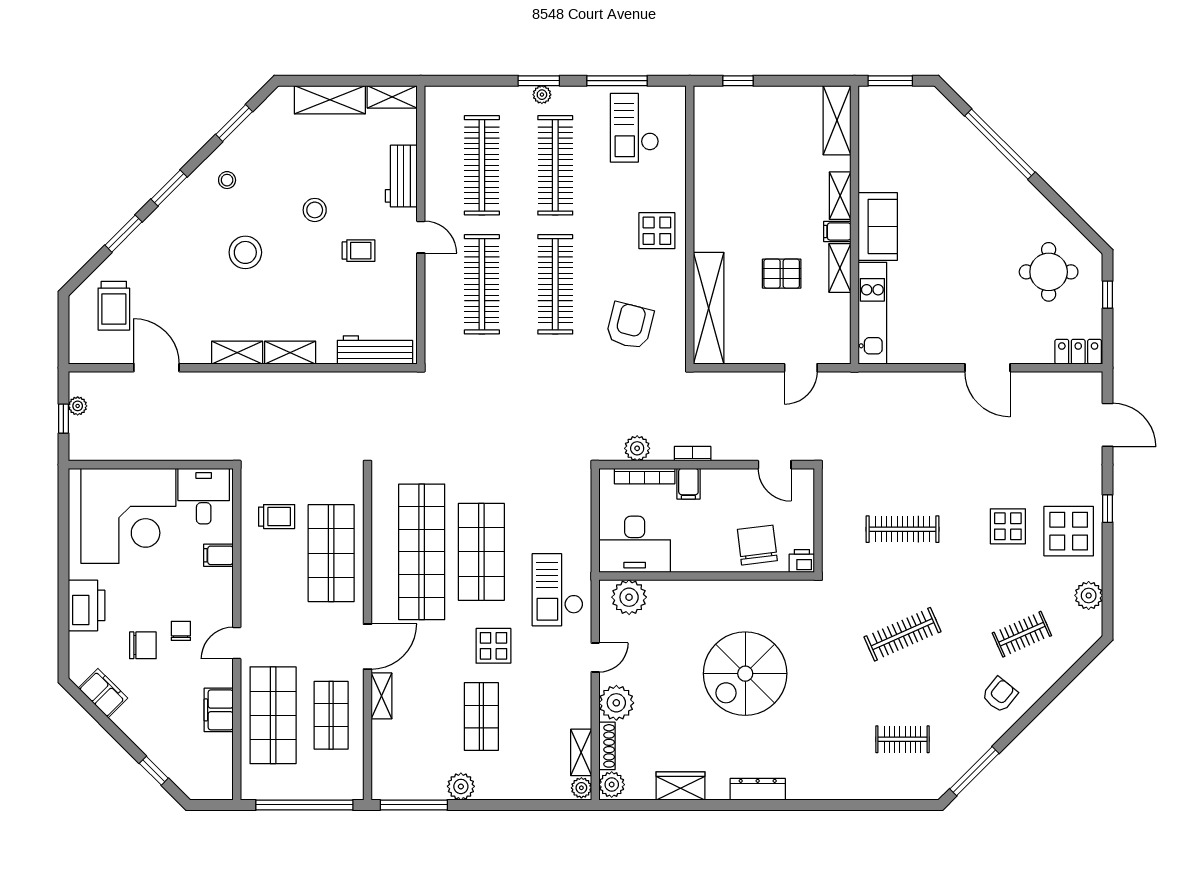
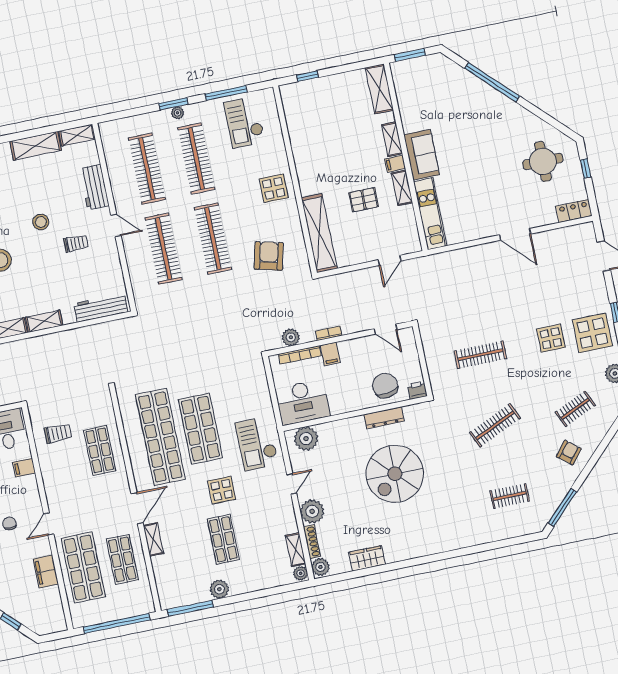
shop shelf: (331, 553) -> (100, 450), width x0.70, depth x0.74
dresser: (758, 789) -> (384, 418), moved, turned 180

